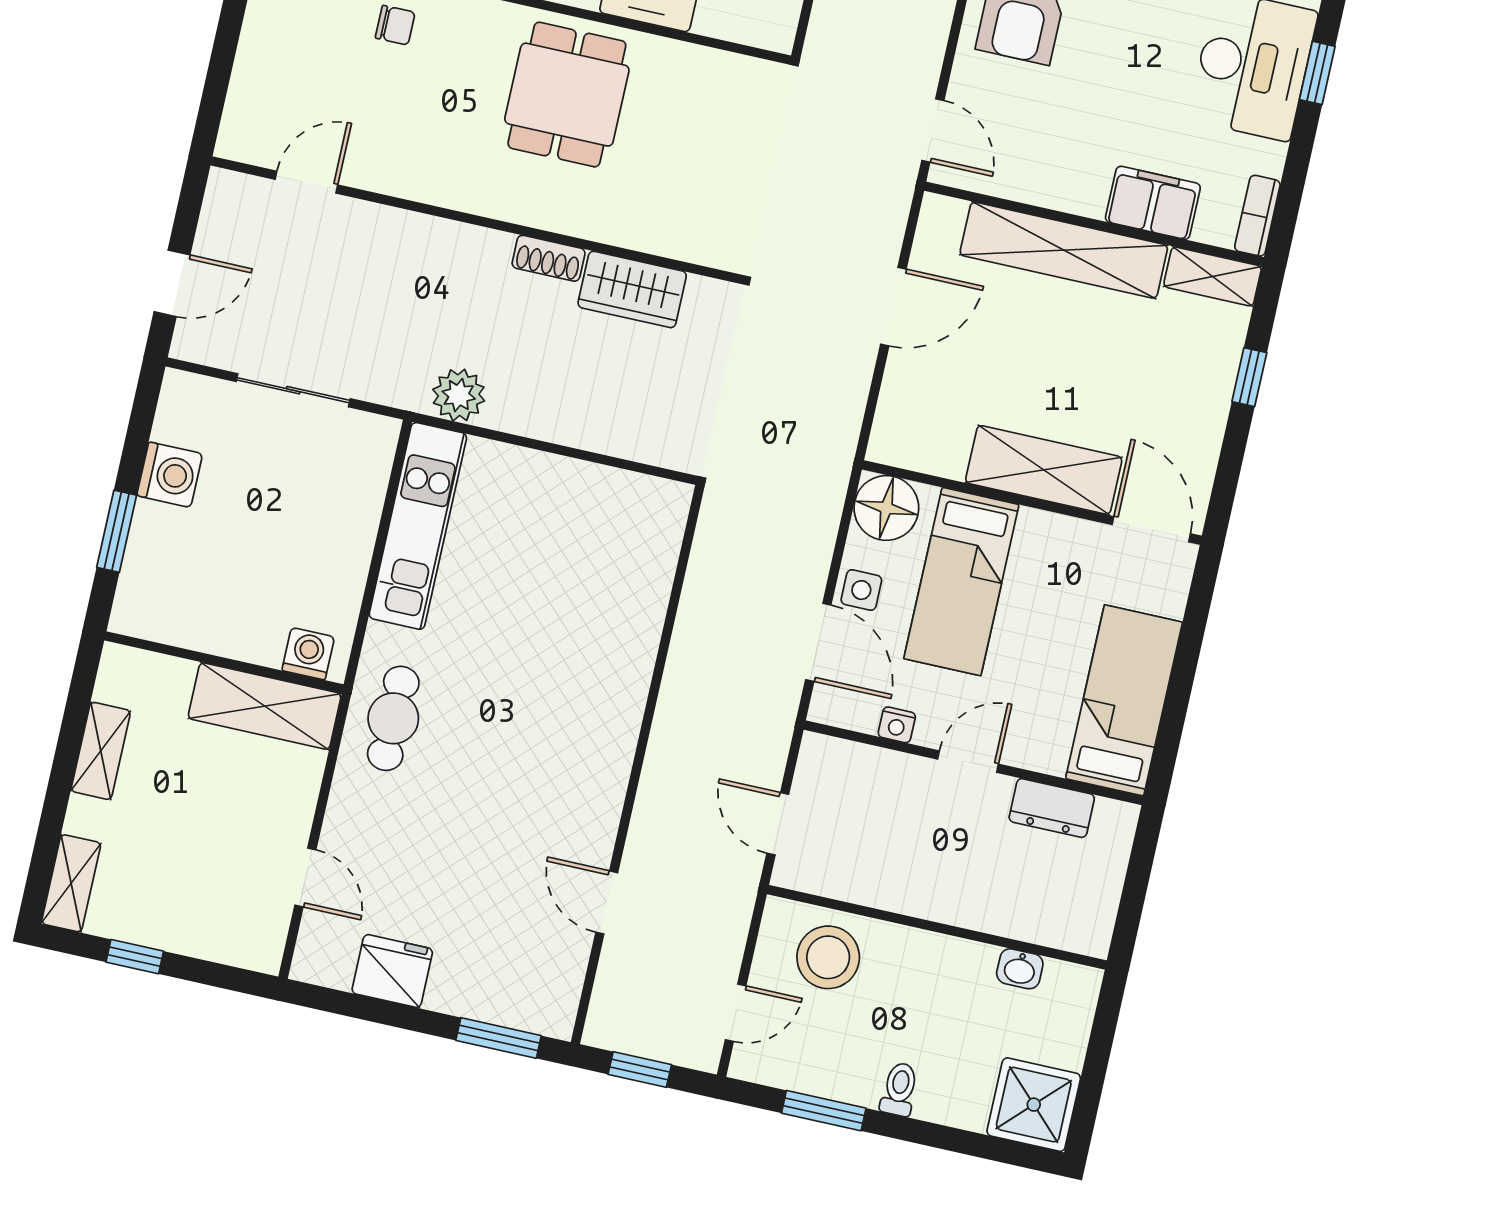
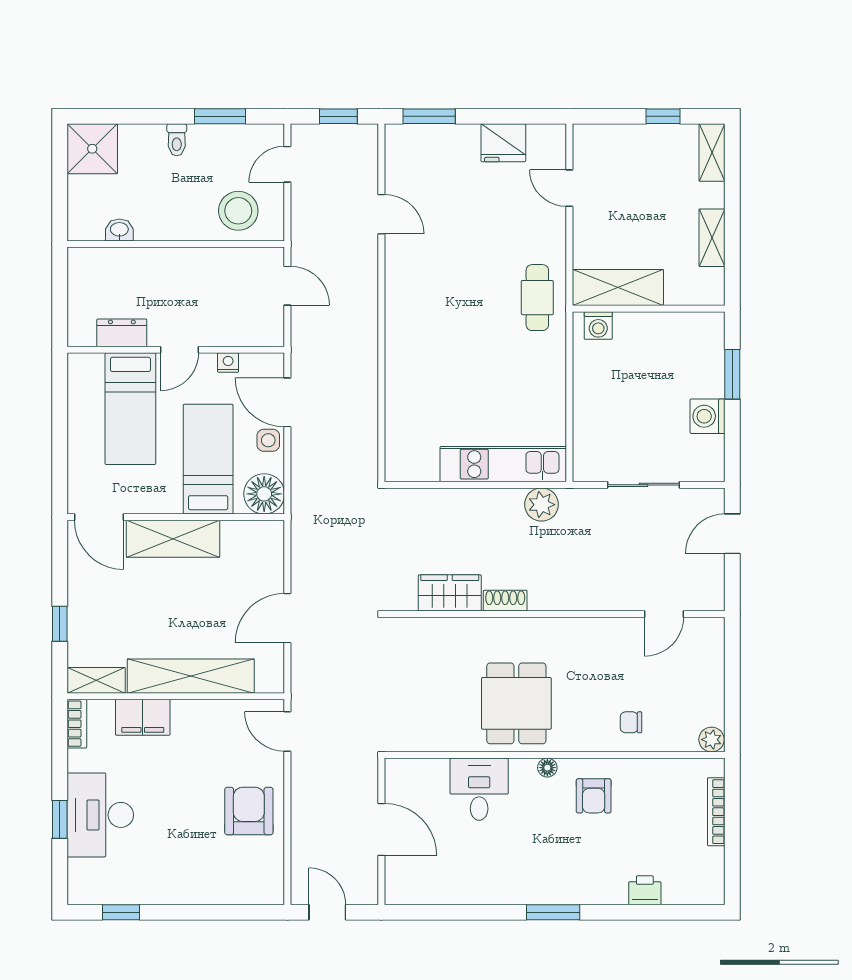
kitchen unit: (418, 526) -> (503, 464), moved, turned 90
bed: (1124, 700) -> (130, 409), moved

